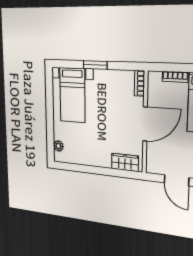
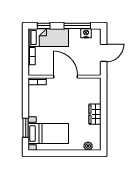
window: (95, 65) -> (26, 128), moved
wardrobe: (125, 162) -> (95, 114), moved

